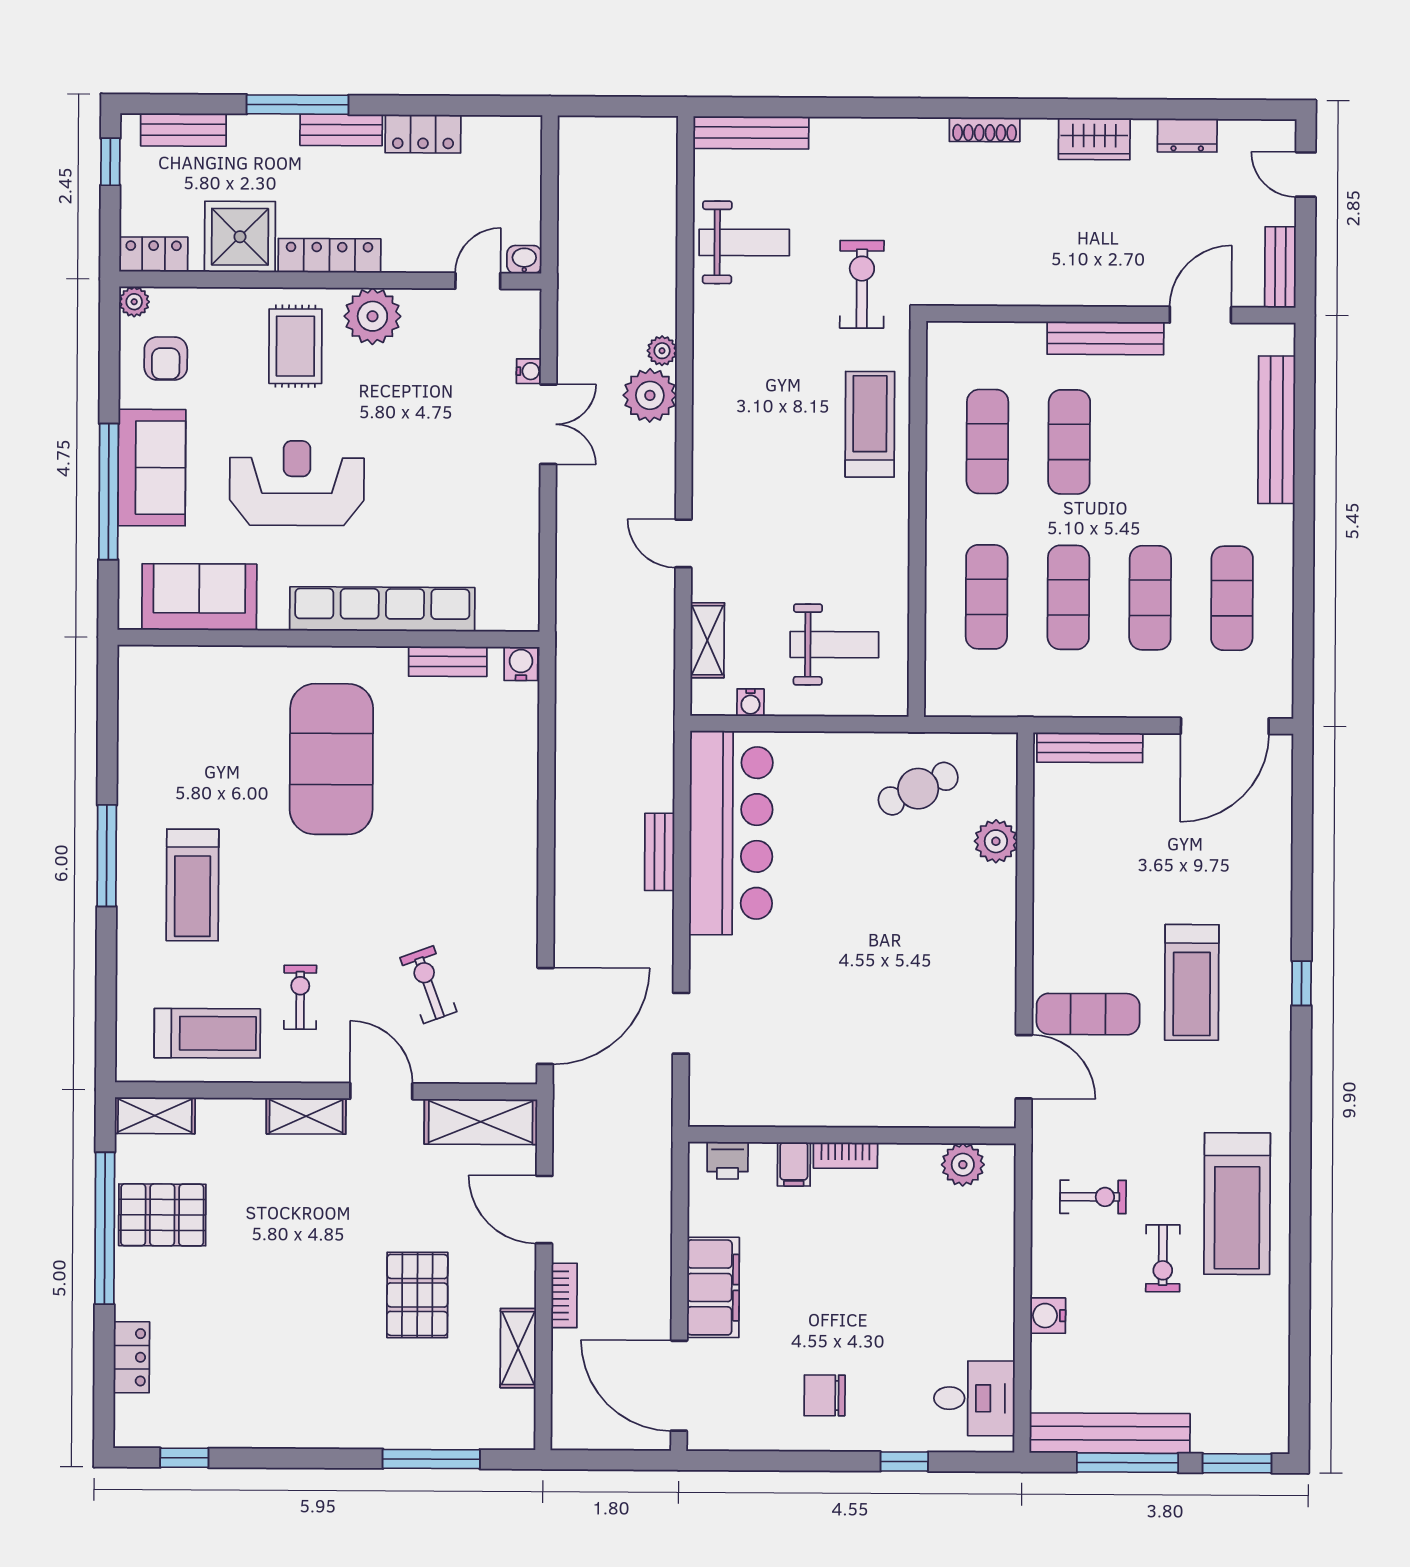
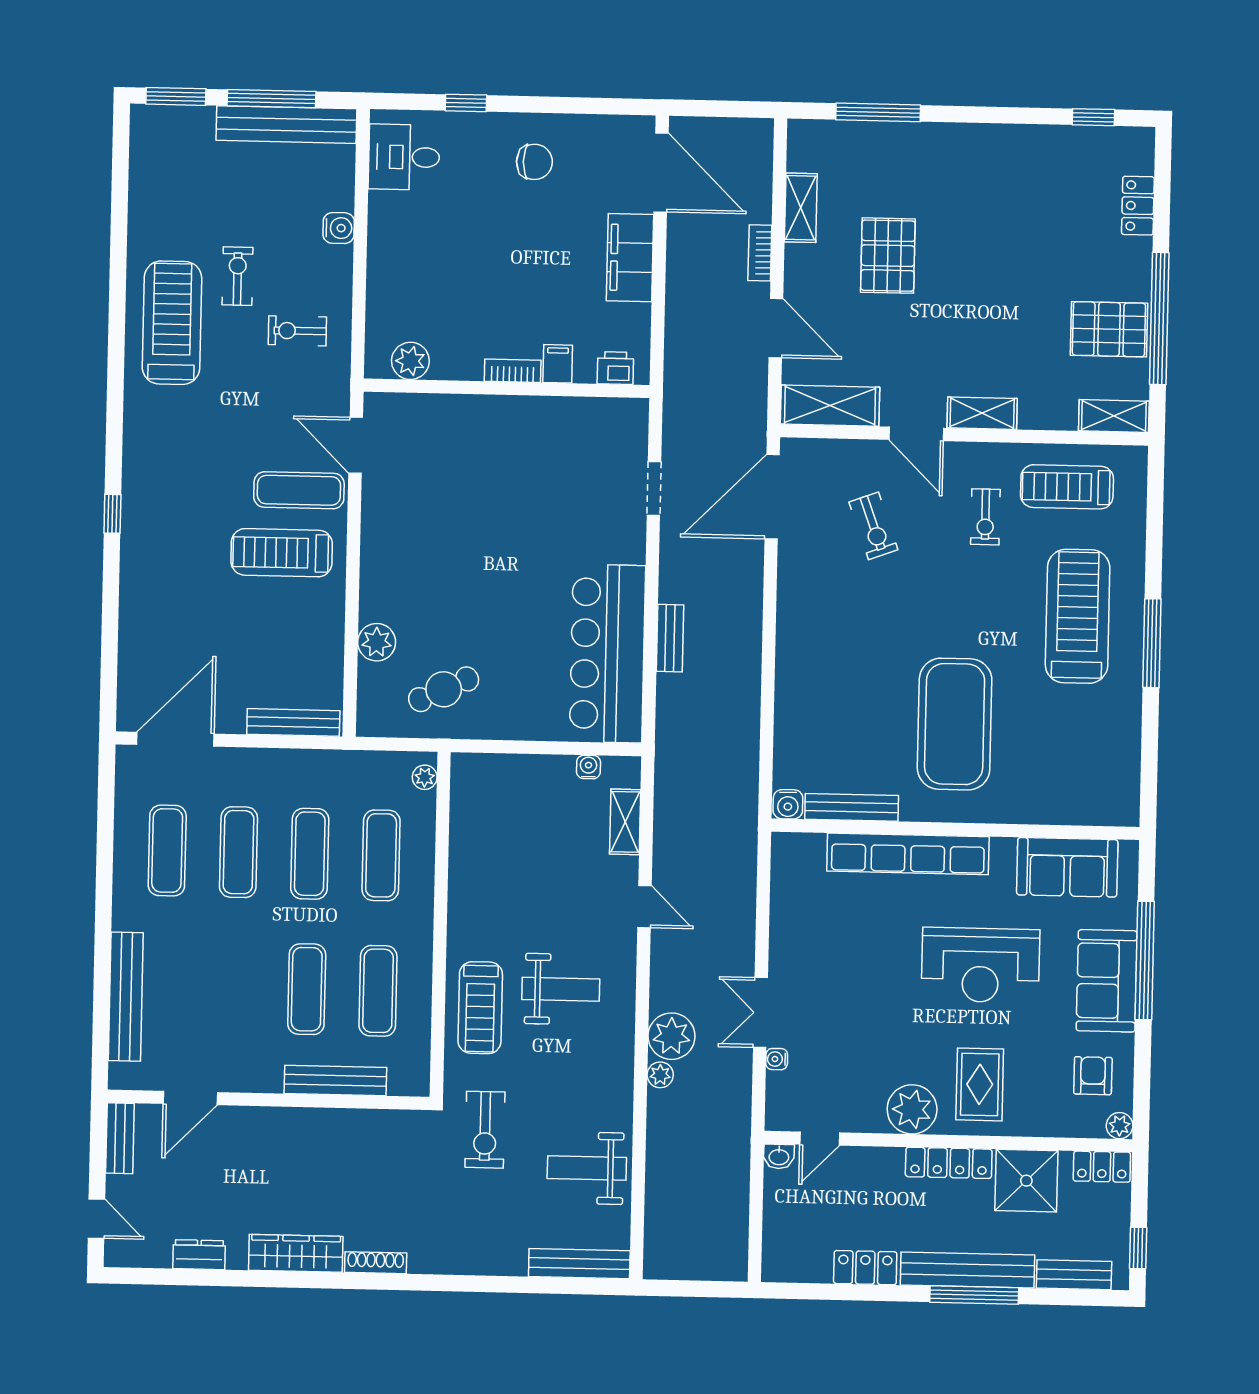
bench: (341, 130) -> (968, 1270), width x1.86, depth x1.21
wardrobe: (1094, 139) -> (296, 1253), width x1.50
bench: (1105, 338) -> (335, 1080), moved
weight bench: (834, 645) -> (561, 989), moved, turned 180
bench: (448, 661) -> (852, 807), width x1.36
plant: (938, 687) -> (425, 777), added
treadmill: (193, 885) -> (1078, 616), width x1.37, depth x1.38
treadmill: (1192, 982) -> (282, 553), moved, turned -90

